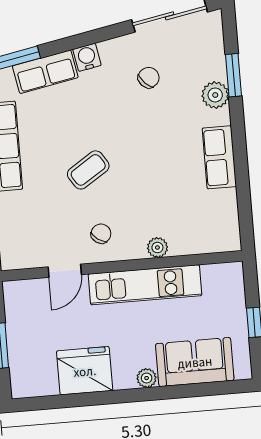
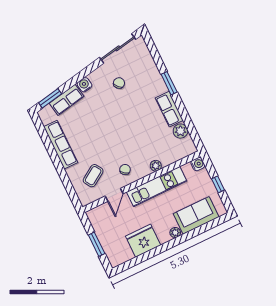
window: (233, 75) -> (169, 83), moved
plant: (215, 95) -> (180, 131), moved
coffee table: (88, 170) -> (93, 176), moved
water cooler: (233, 273) -> (198, 164), added

